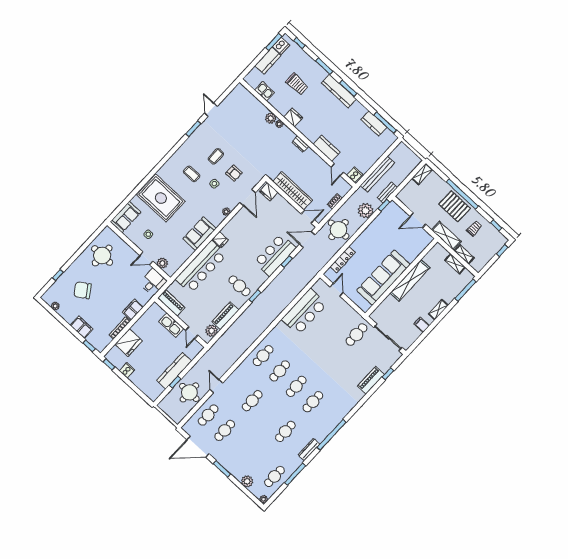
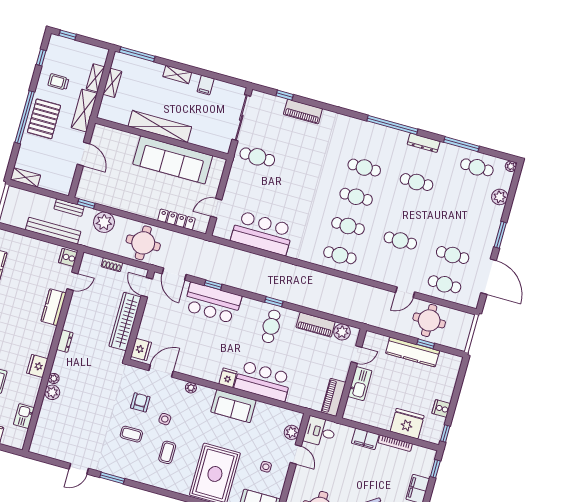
bar counter: (201, 267) -> (263, 381), width x0.73

